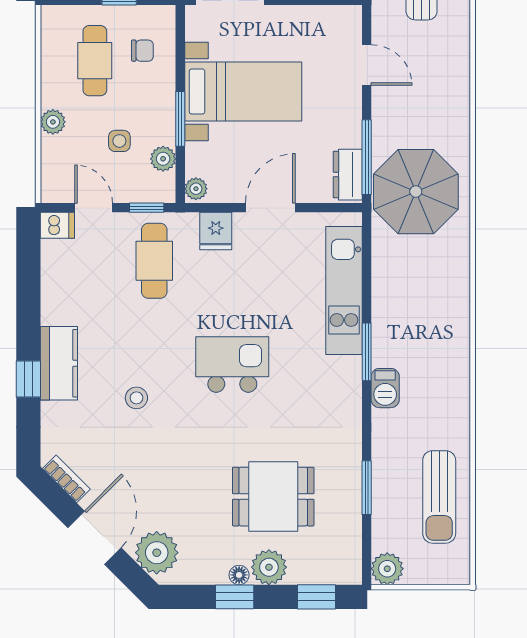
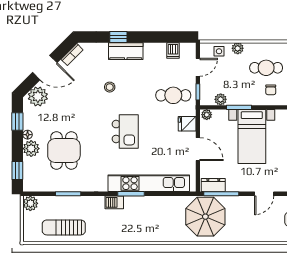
side table: (119, 141) -> (219, 51), moved
dishwasher: (57, 225) -> (173, 50), moved
kitchen unit: (344, 290) -> (149, 183), width x1.36
window: (235, 597) -> (17, 121), moved

